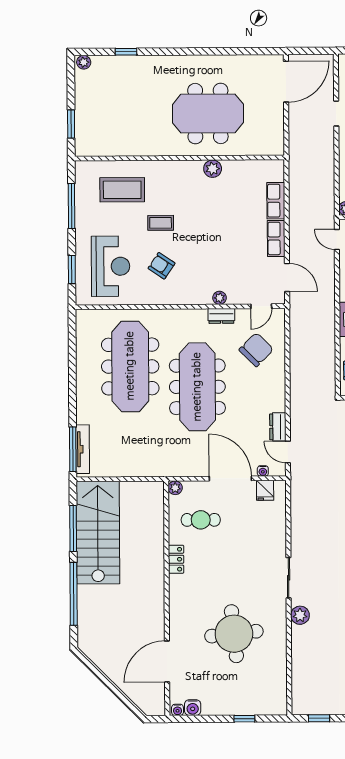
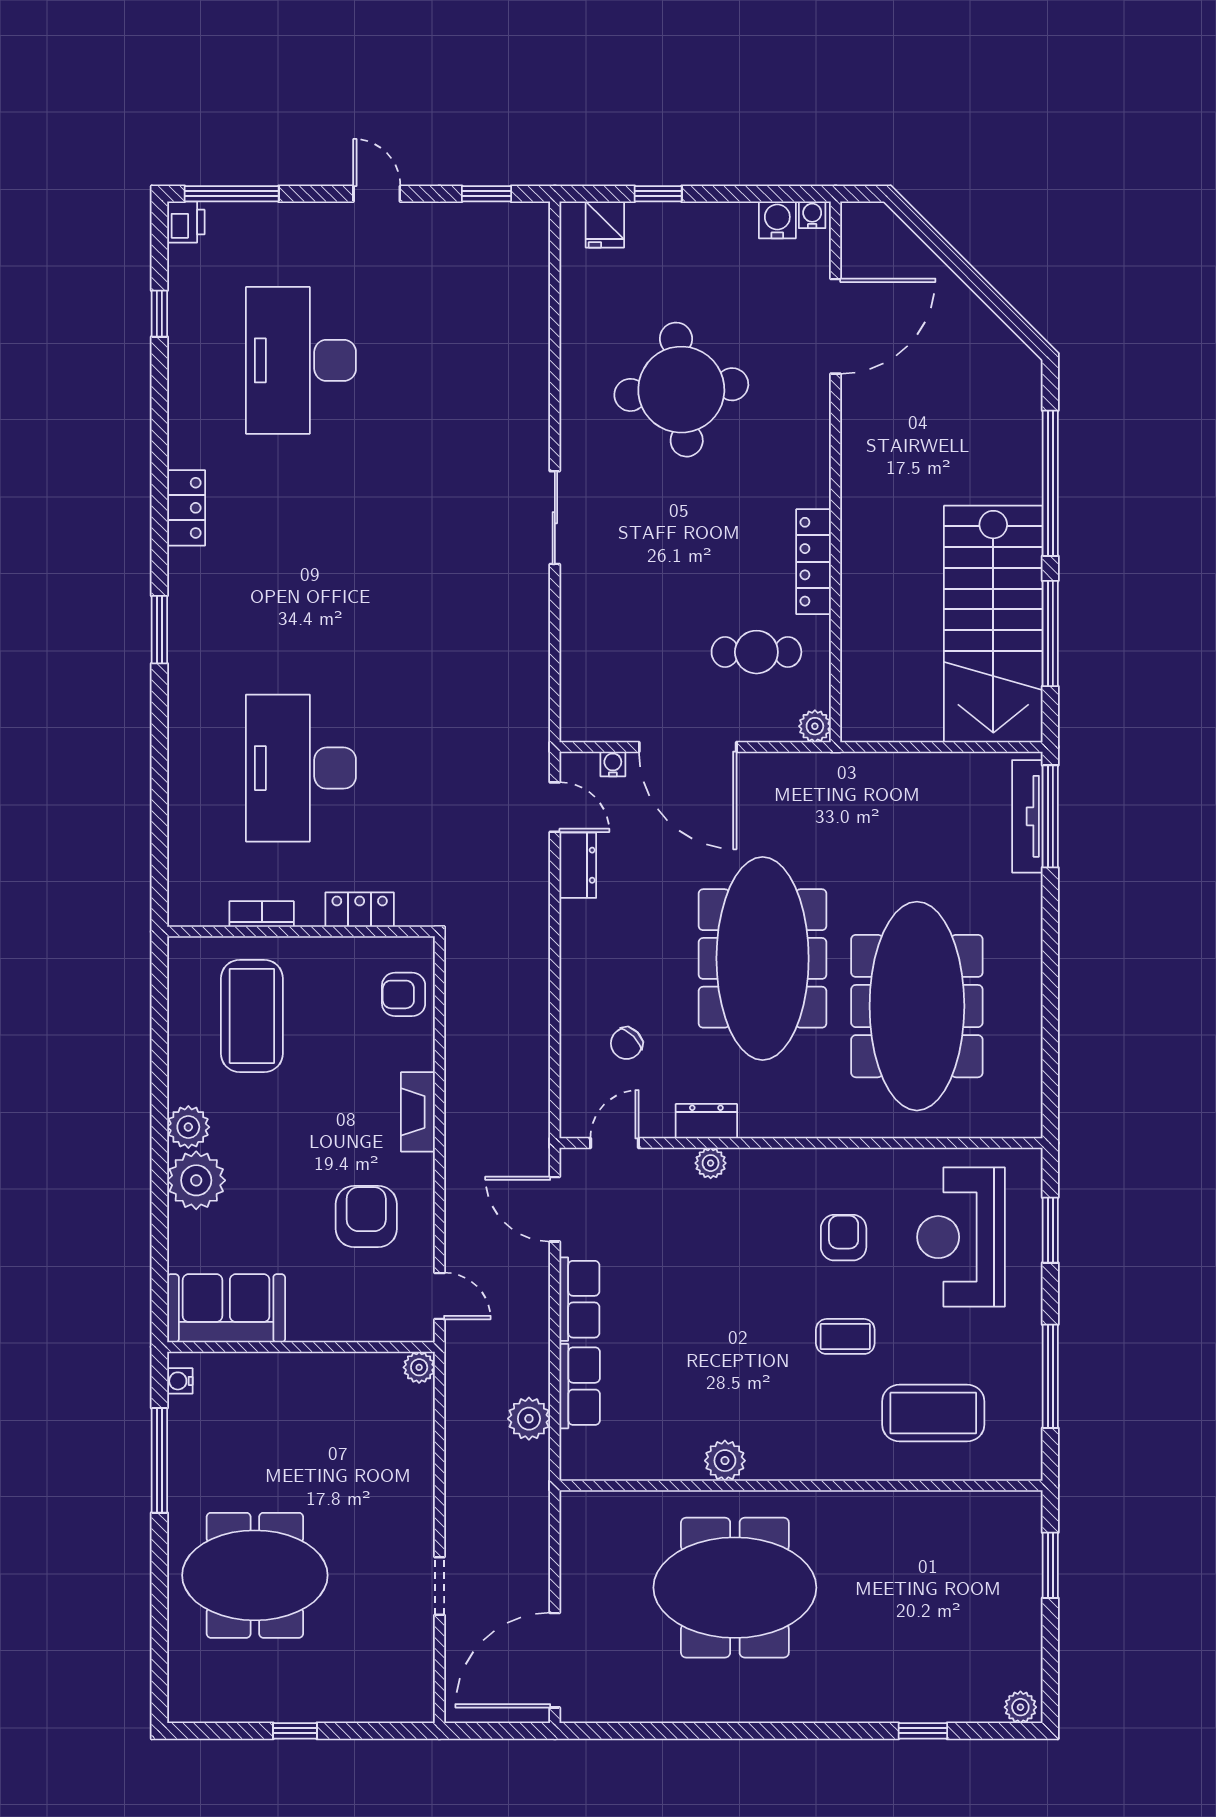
armchair: (162, 266) -> (844, 1238), turned -124
chair: (256, 350) -> (627, 1043), width x0.54, depth x0.54
fridge: (265, 490) -> (605, 225), moved, turned 180
locker: (176, 559) -> (814, 562), width x1.53
plant: (300, 615) -> (529, 1419), moved

